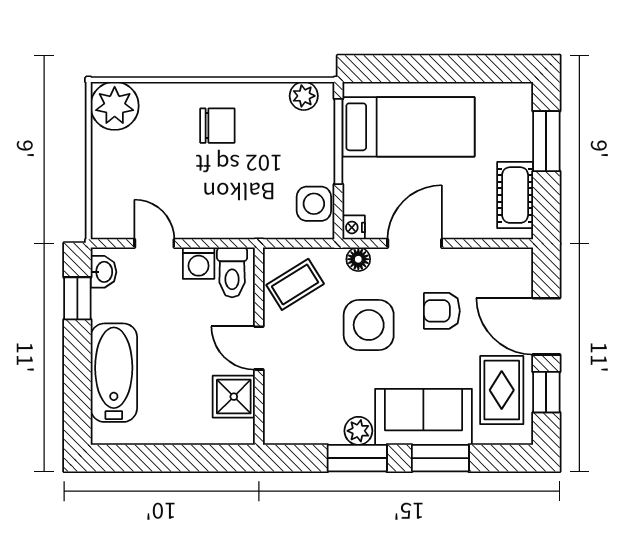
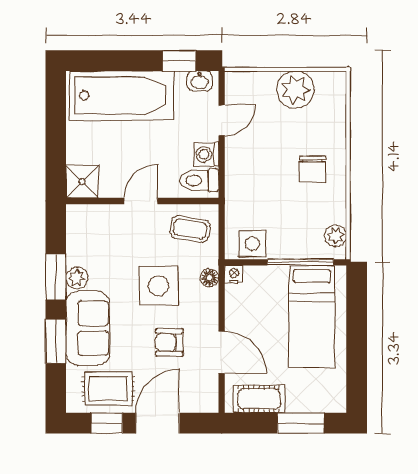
plant: (115, 106) -> (295, 90), moved
door: (415, 243) -> (222, 352), moved
coffee table: (295, 284) -> (190, 229), turned -48
armchair: (442, 311) -> (169, 342), turned -90
bathtub: (114, 373) -> (122, 95), width x1.36, depth x1.36
shower: (234, 397) -> (82, 182), moved

